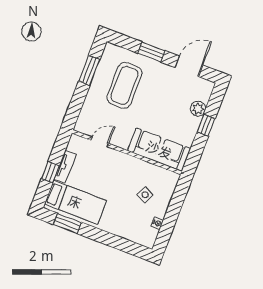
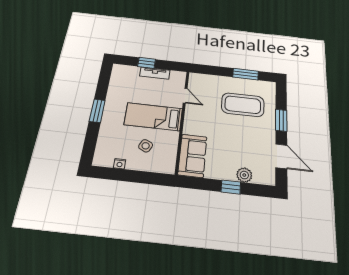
sofa: (159, 150) -> (192, 156), width x0.73
bed: (75, 202) -> (153, 117), moved, turned 90
window: (67, 223) -> (97, 111), moved

